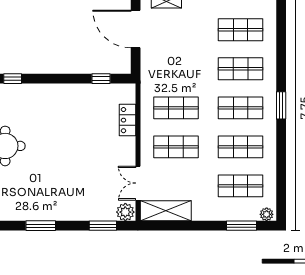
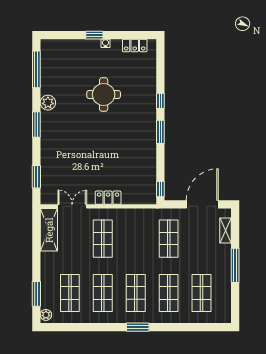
window: (49, 79) -> (160, 132), added
window: (101, 79) -> (160, 189), moved
shop shelf: (176, 108) -> (169, 239), moved
locker: (127, 120) -> (108, 198), moved
plant: (125, 212) -> (48, 103), moved

